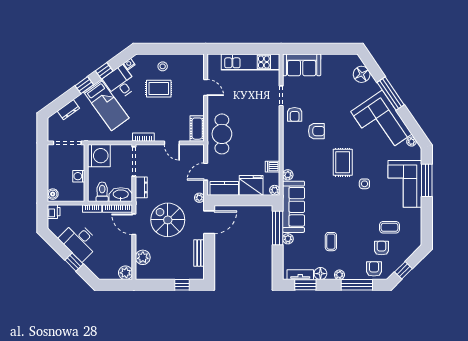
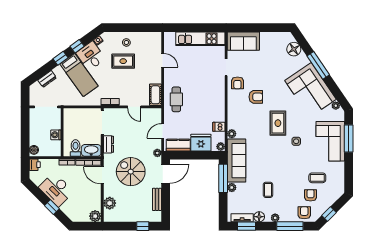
cafe table: (222, 134) -> (176, 99), width x0.73, depth x0.74
washing machine: (99, 156) -> (73, 118), removed

